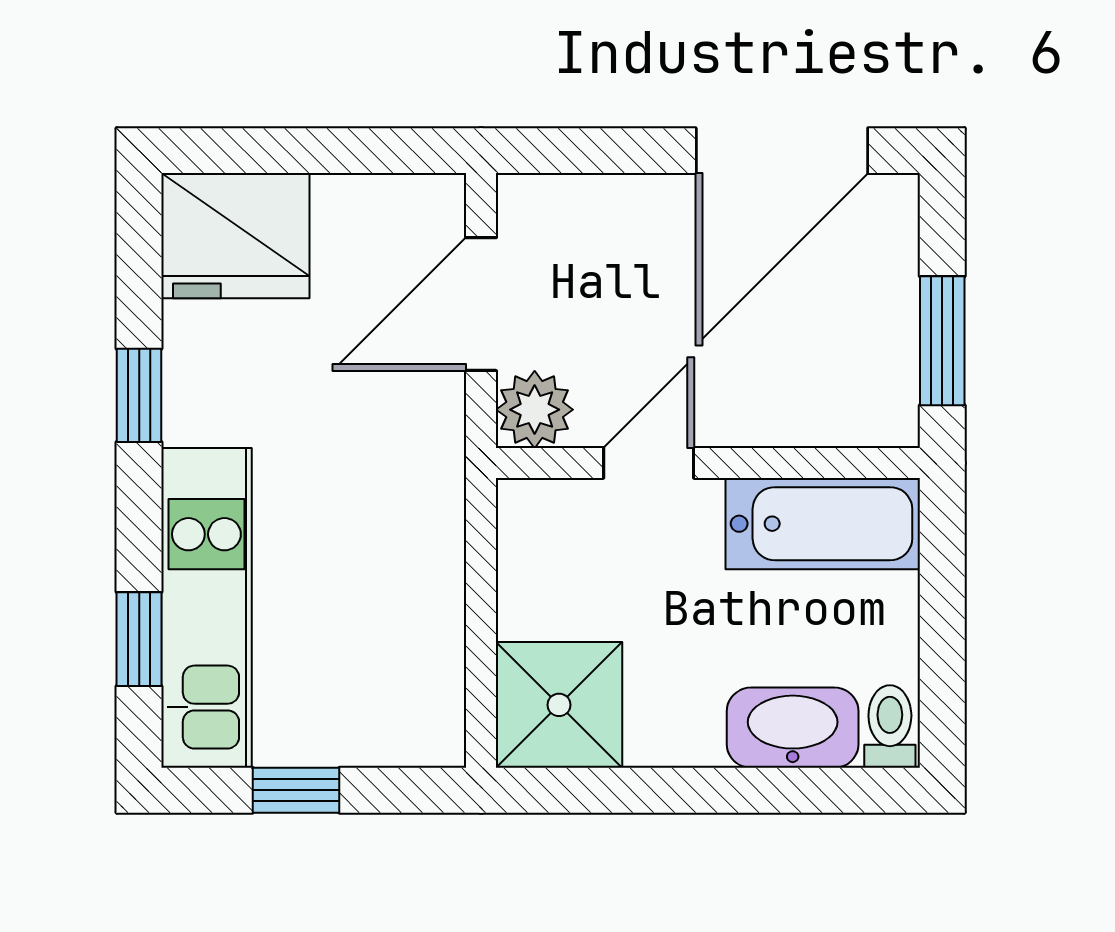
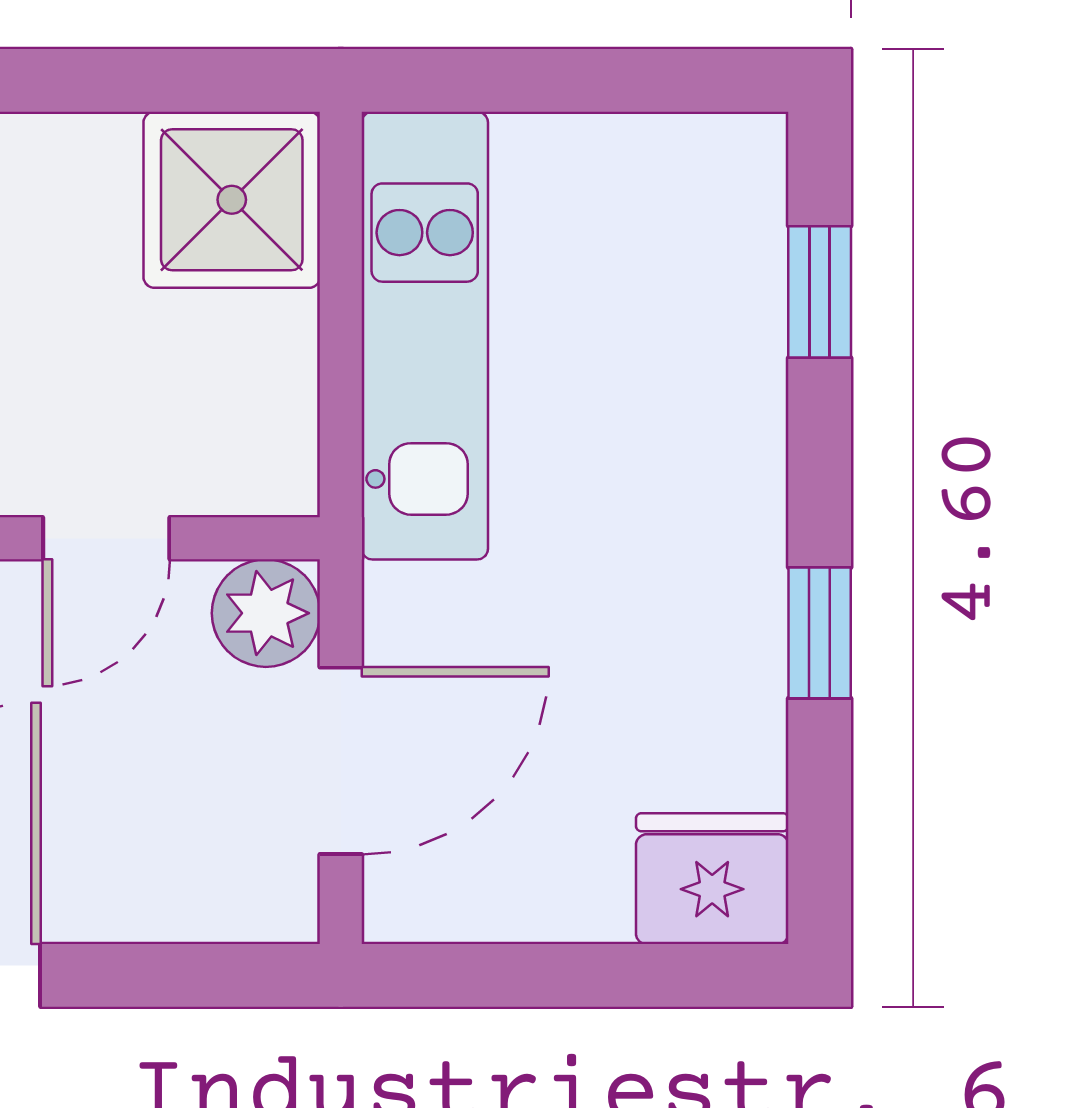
fridge: (235, 236) -> (712, 879), width x0.73, depth x0.75
kitchen unit: (206, 608) -> (425, 336), moved, turned 180
window: (296, 790) -> (600, 80), removed

